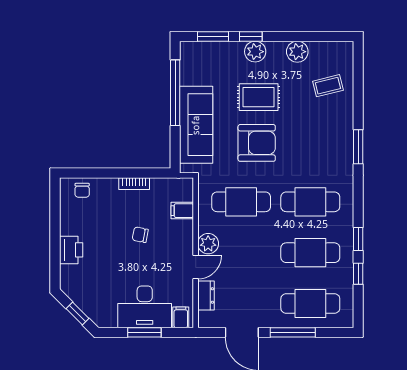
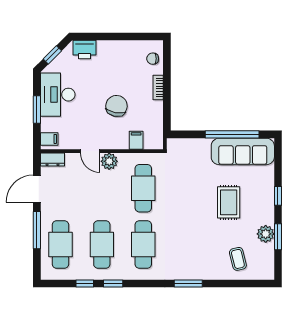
window: (213, 36) -> (278, 237), moved
plant: (255, 52) -> (266, 200), removed
sofa: (196, 125) -> (243, 151), moved
armchair: (257, 143) -> (191, 201), removed
bookcase: (134, 184) -> (158, 87), moved
chair: (140, 235) -> (116, 106), width x1.87, depth x1.87
printer: (71, 250) -> (85, 50), moved
dresser: (206, 295) -> (53, 160), moved
desk: (145, 307) -> (58, 95), moved

